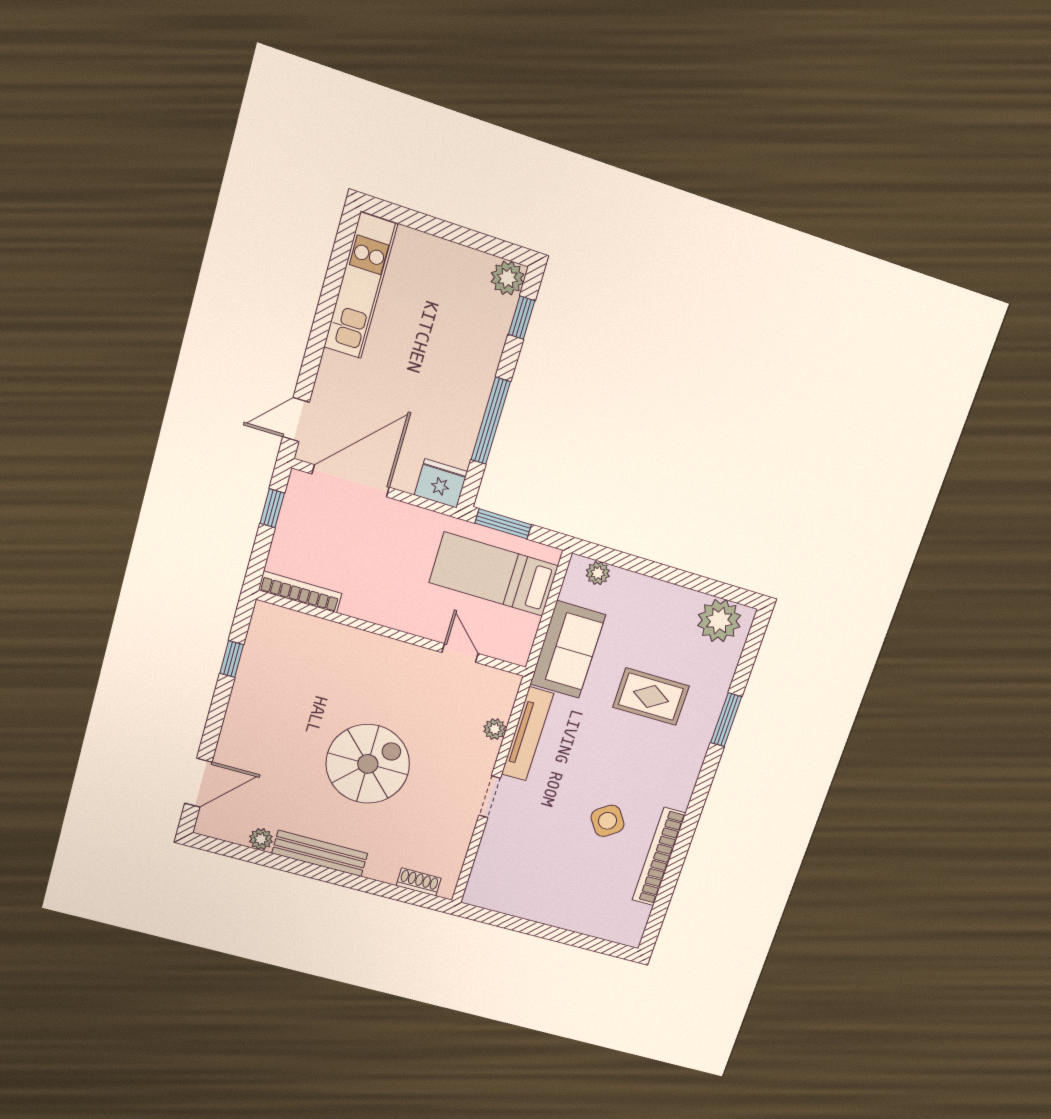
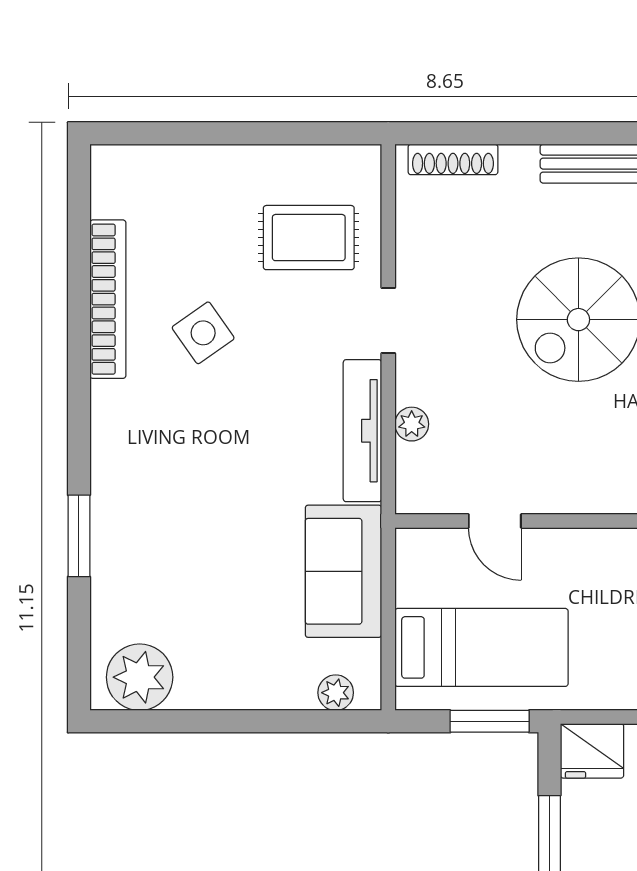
rug: (651, 697) -> (309, 238), moved
shoe rack: (419, 882) -> (453, 159), width x1.43

